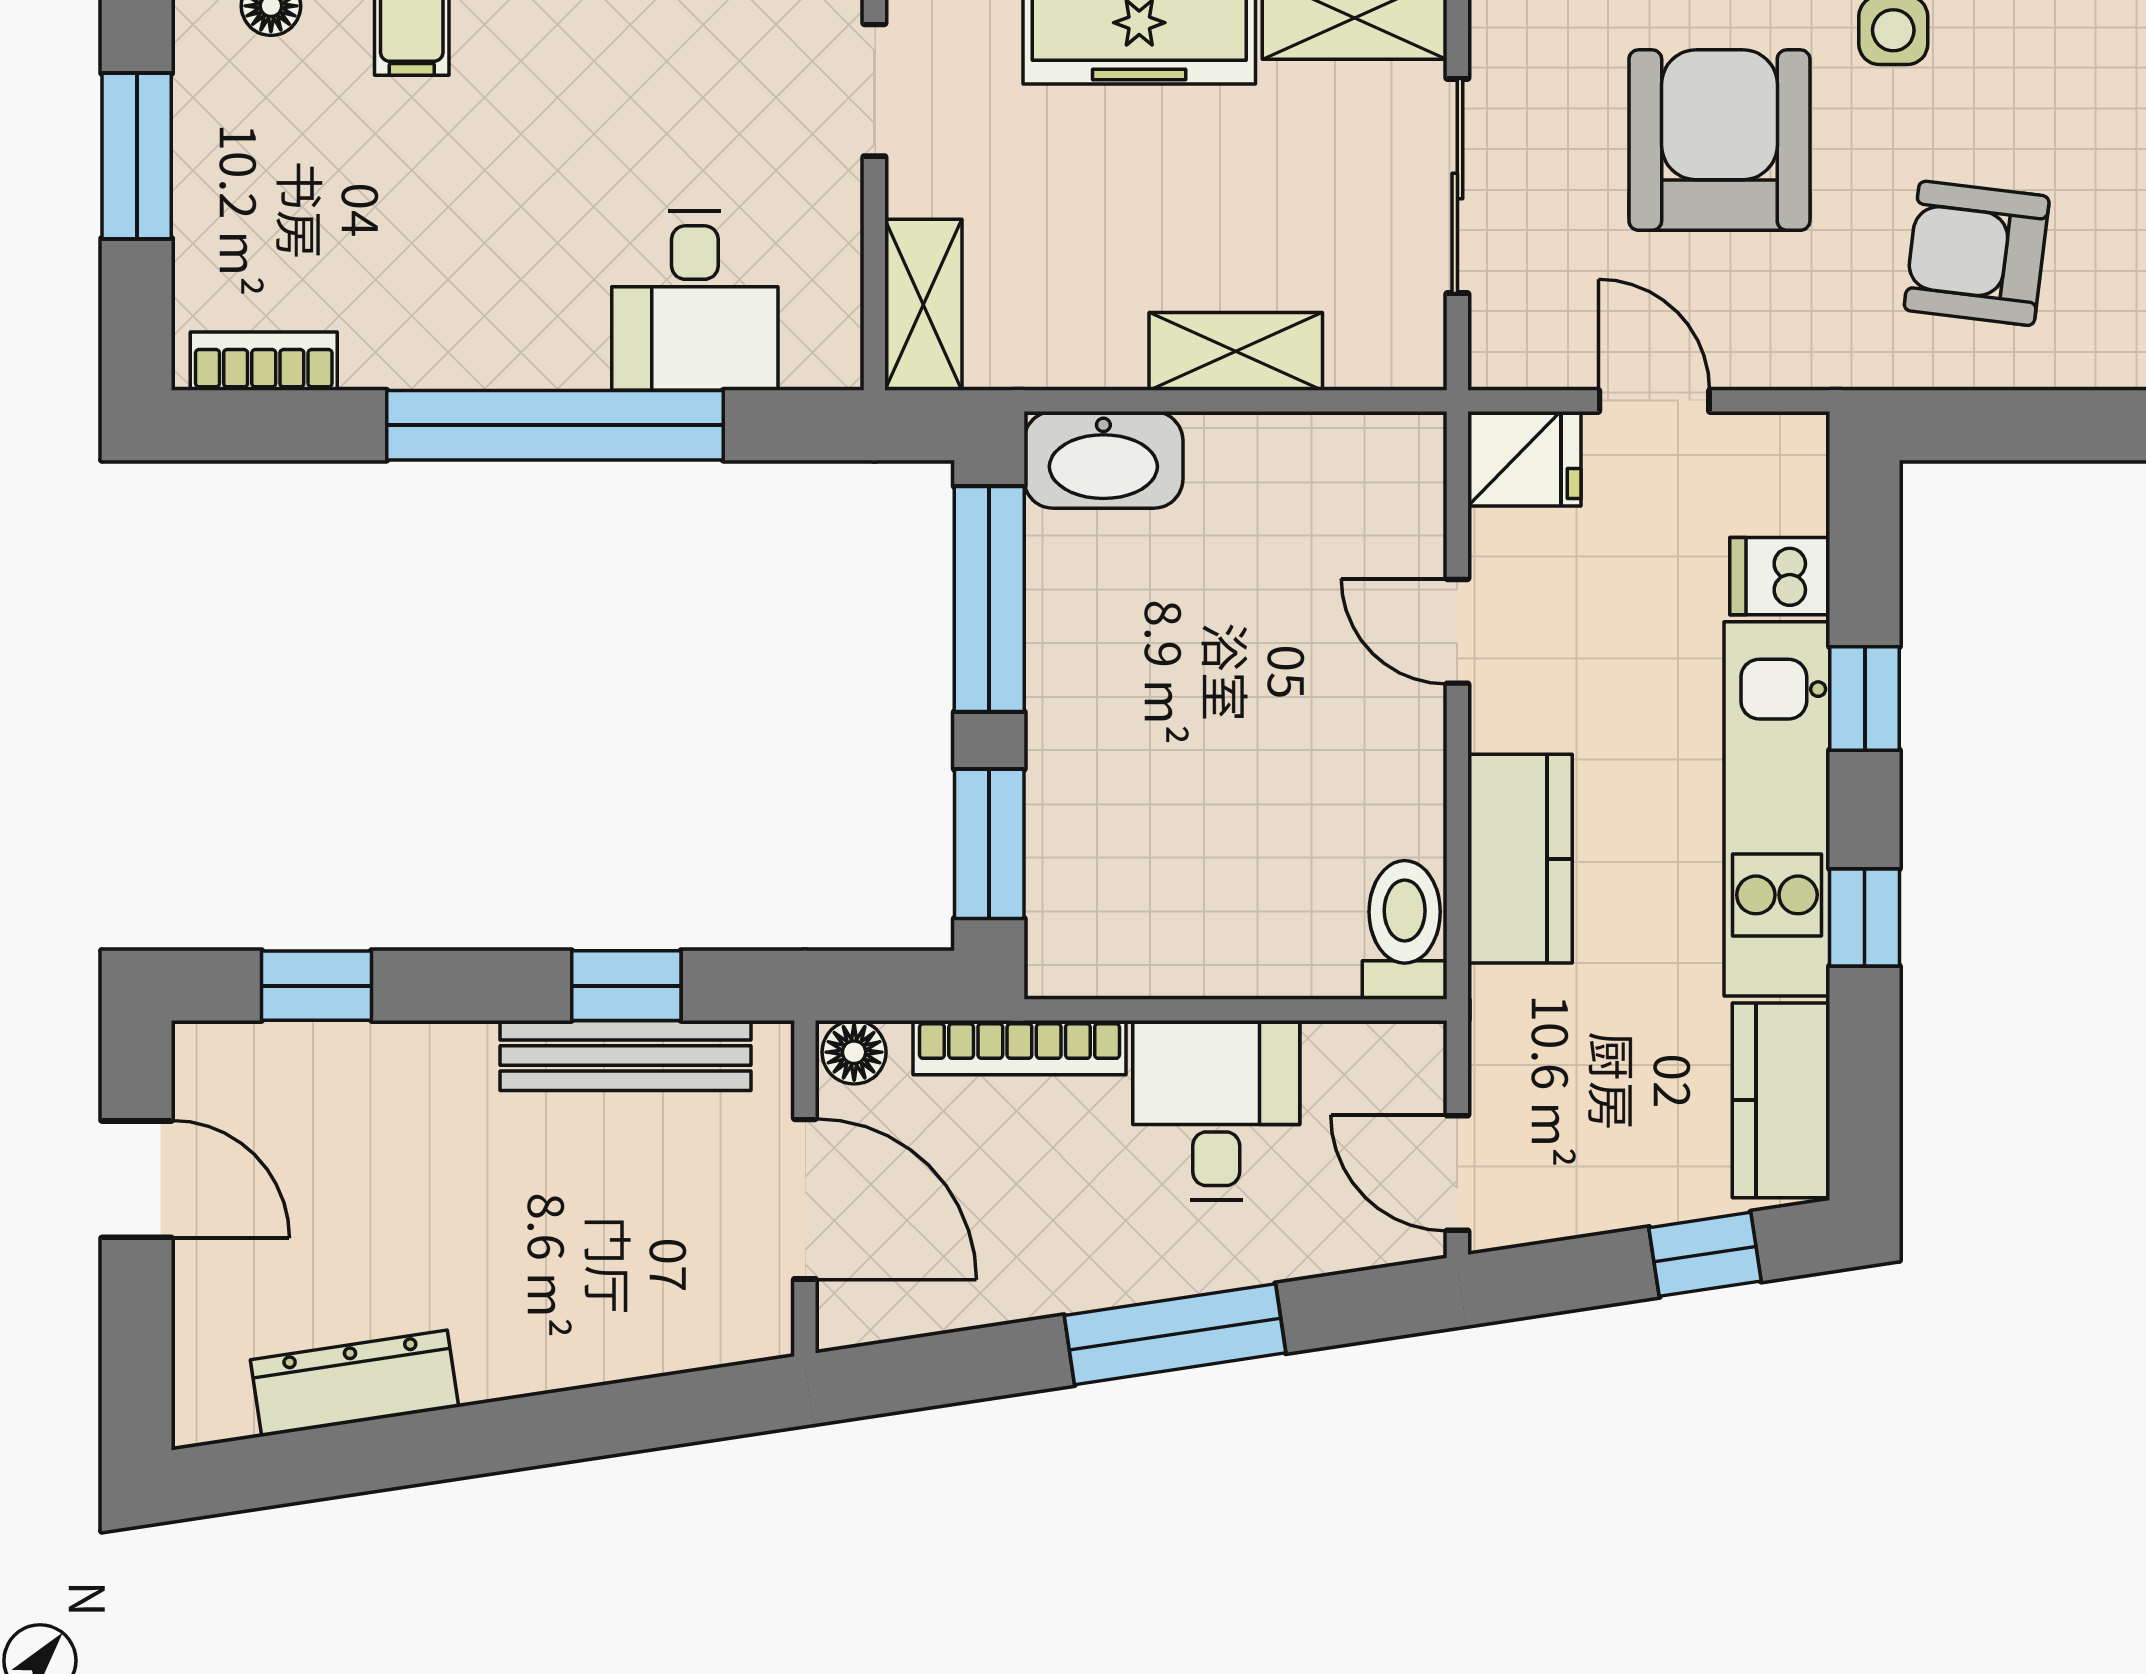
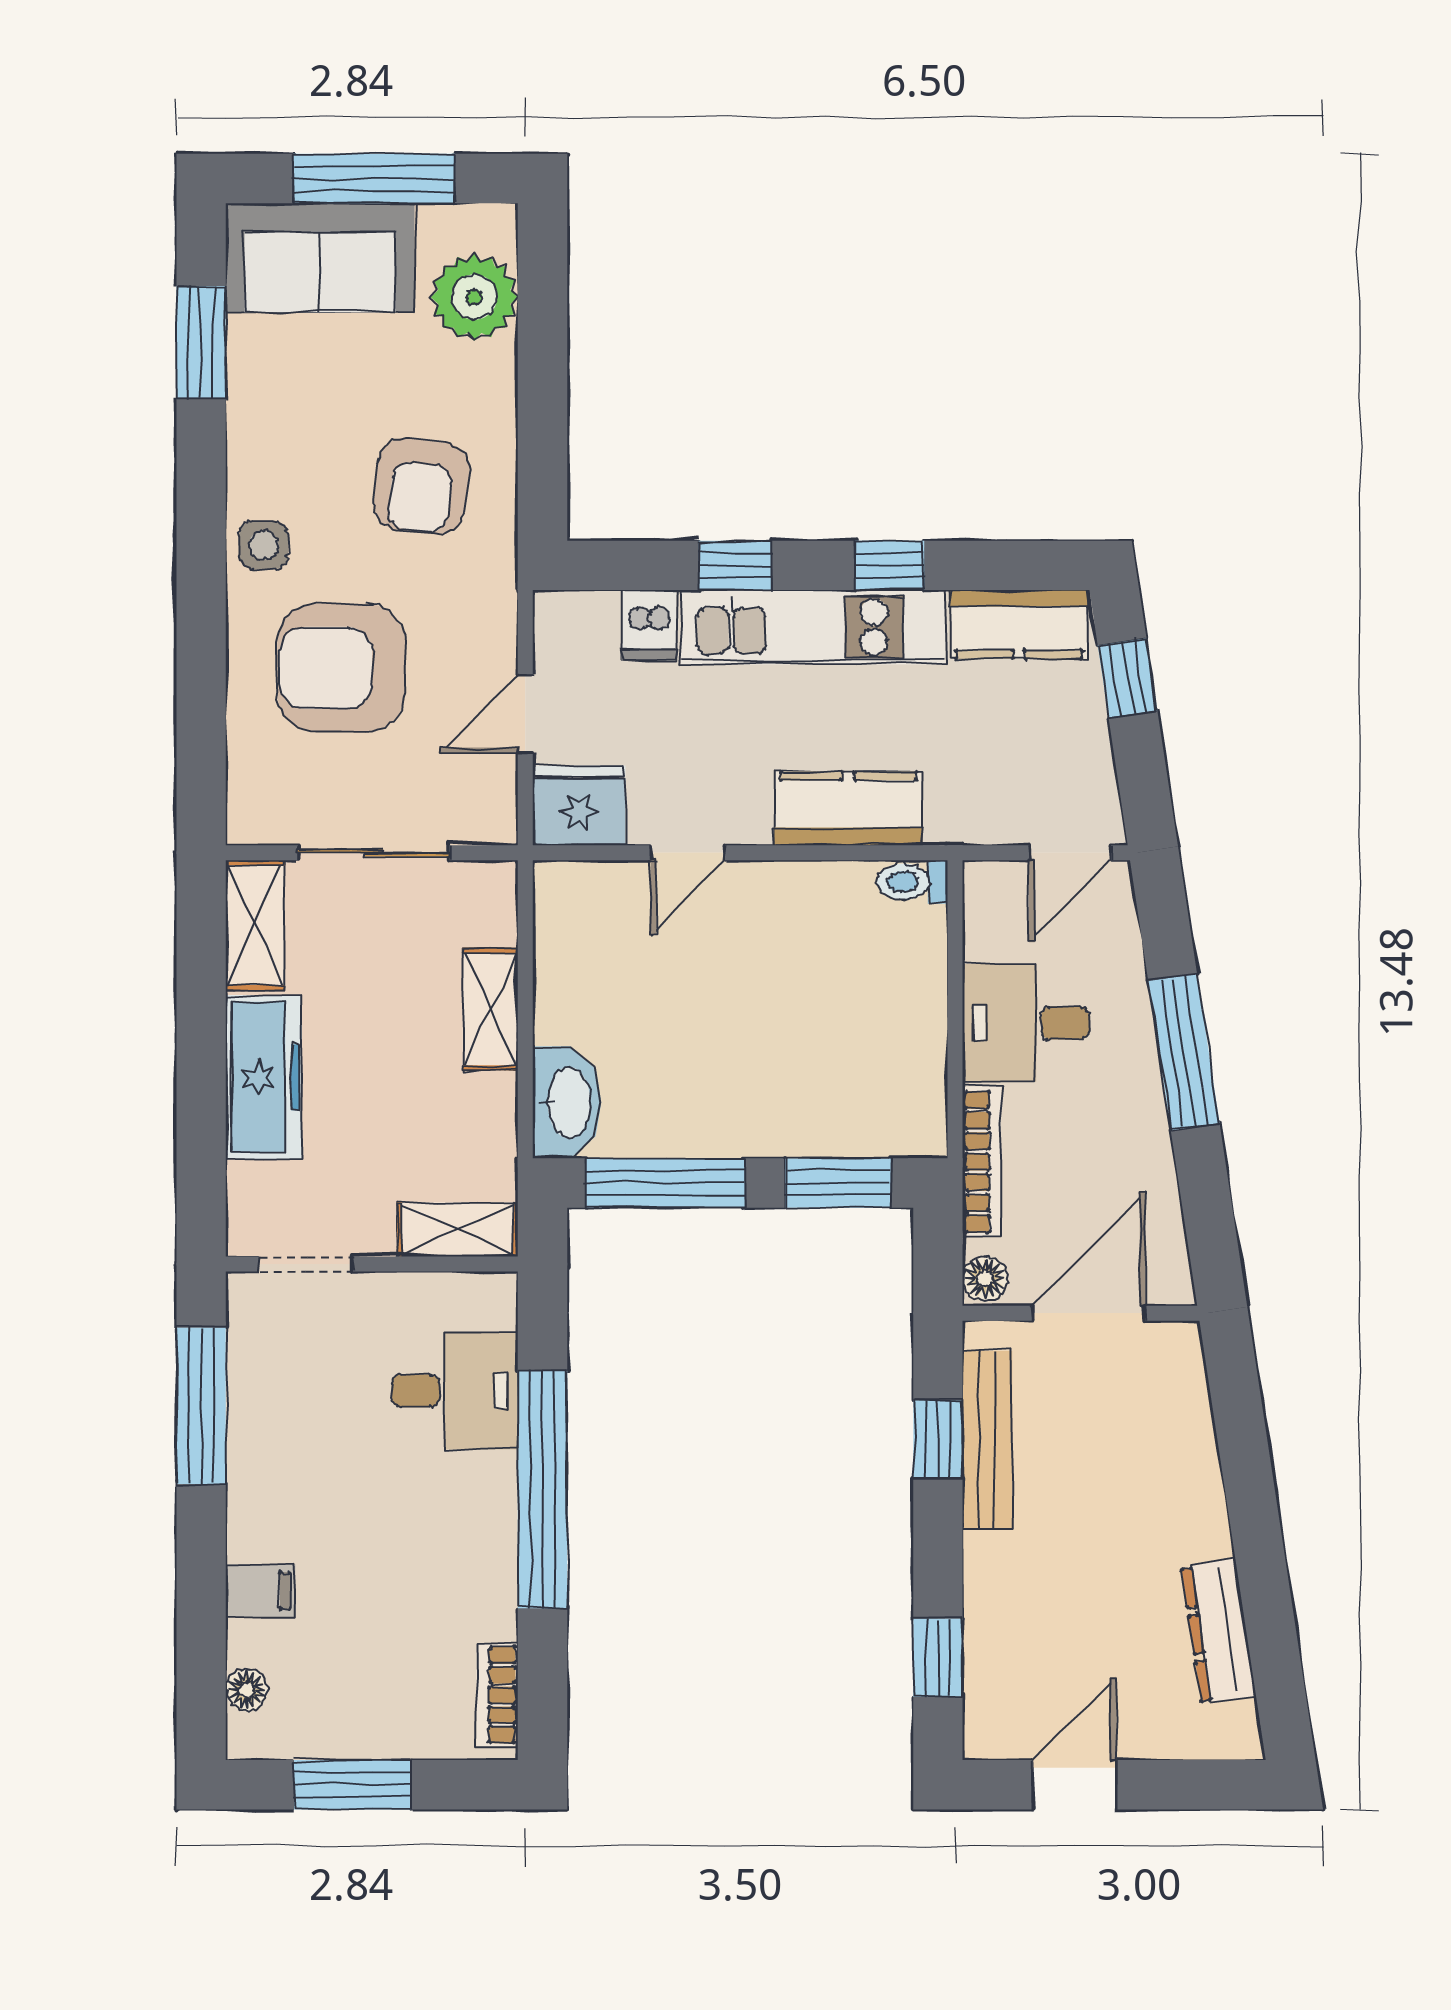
fridge: (1524, 459) -> (579, 805), width x1.38
toilet: (1405, 930) -> (912, 882), width x0.73, depth x0.72

